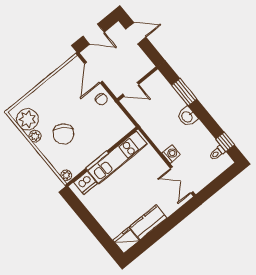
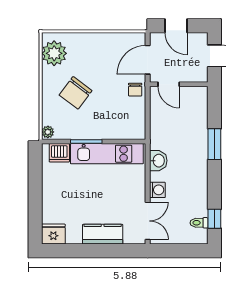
wall: (137, 84) -> (179, 84), moved
door: (131, 89) -> (169, 84), moved
washbasin: (187, 117) -> (158, 161), moved, turned 180
plant: (35, 136) -> (48, 74), removed
double door: (182, 180) -> (148, 221), swing flipped
kitchen counter: (148, 222) -> (103, 234), moved

